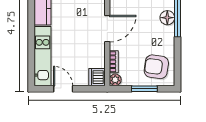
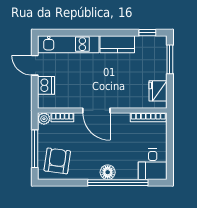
dishwasher: (97, 77) -> (46, 85), moved, turned 90
door: (63, 89) -> (35, 65), swing flipped
window: (144, 89) -> (35, 149), width x1.44

